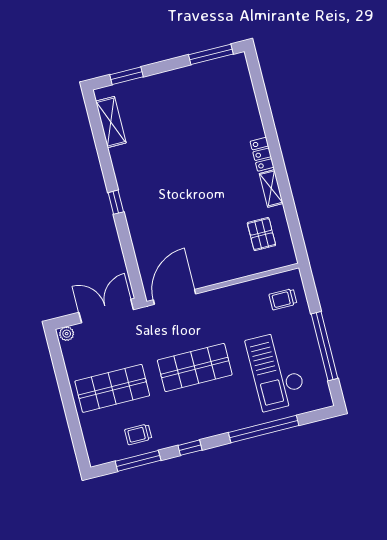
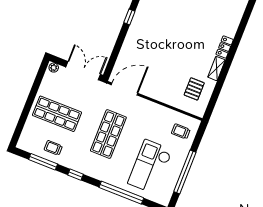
shop shelf: (195, 367) -> (108, 134), turned 90

